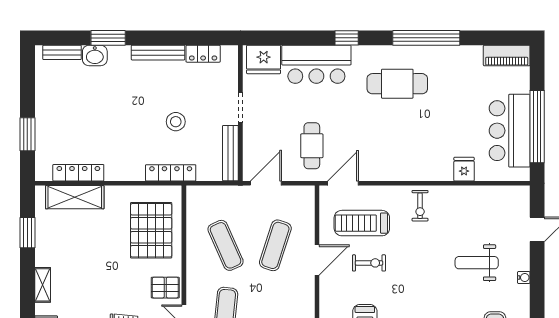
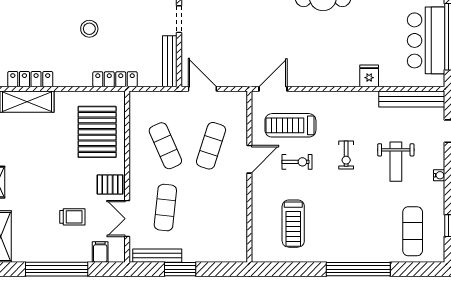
stool: (176, 122) -> (89, 29), moved
cafe table: (312, 146) -> (245, 54), removed
fridge: (464, 169) -> (369, 76), moved
door: (266, 183) -> (202, 89), hinge flipped
bench: (494, 194) -> (412, 99), added
exercise bike: (420, 206) -> (346, 155), moved
weight bench: (477, 263) -> (396, 162), turned -90

